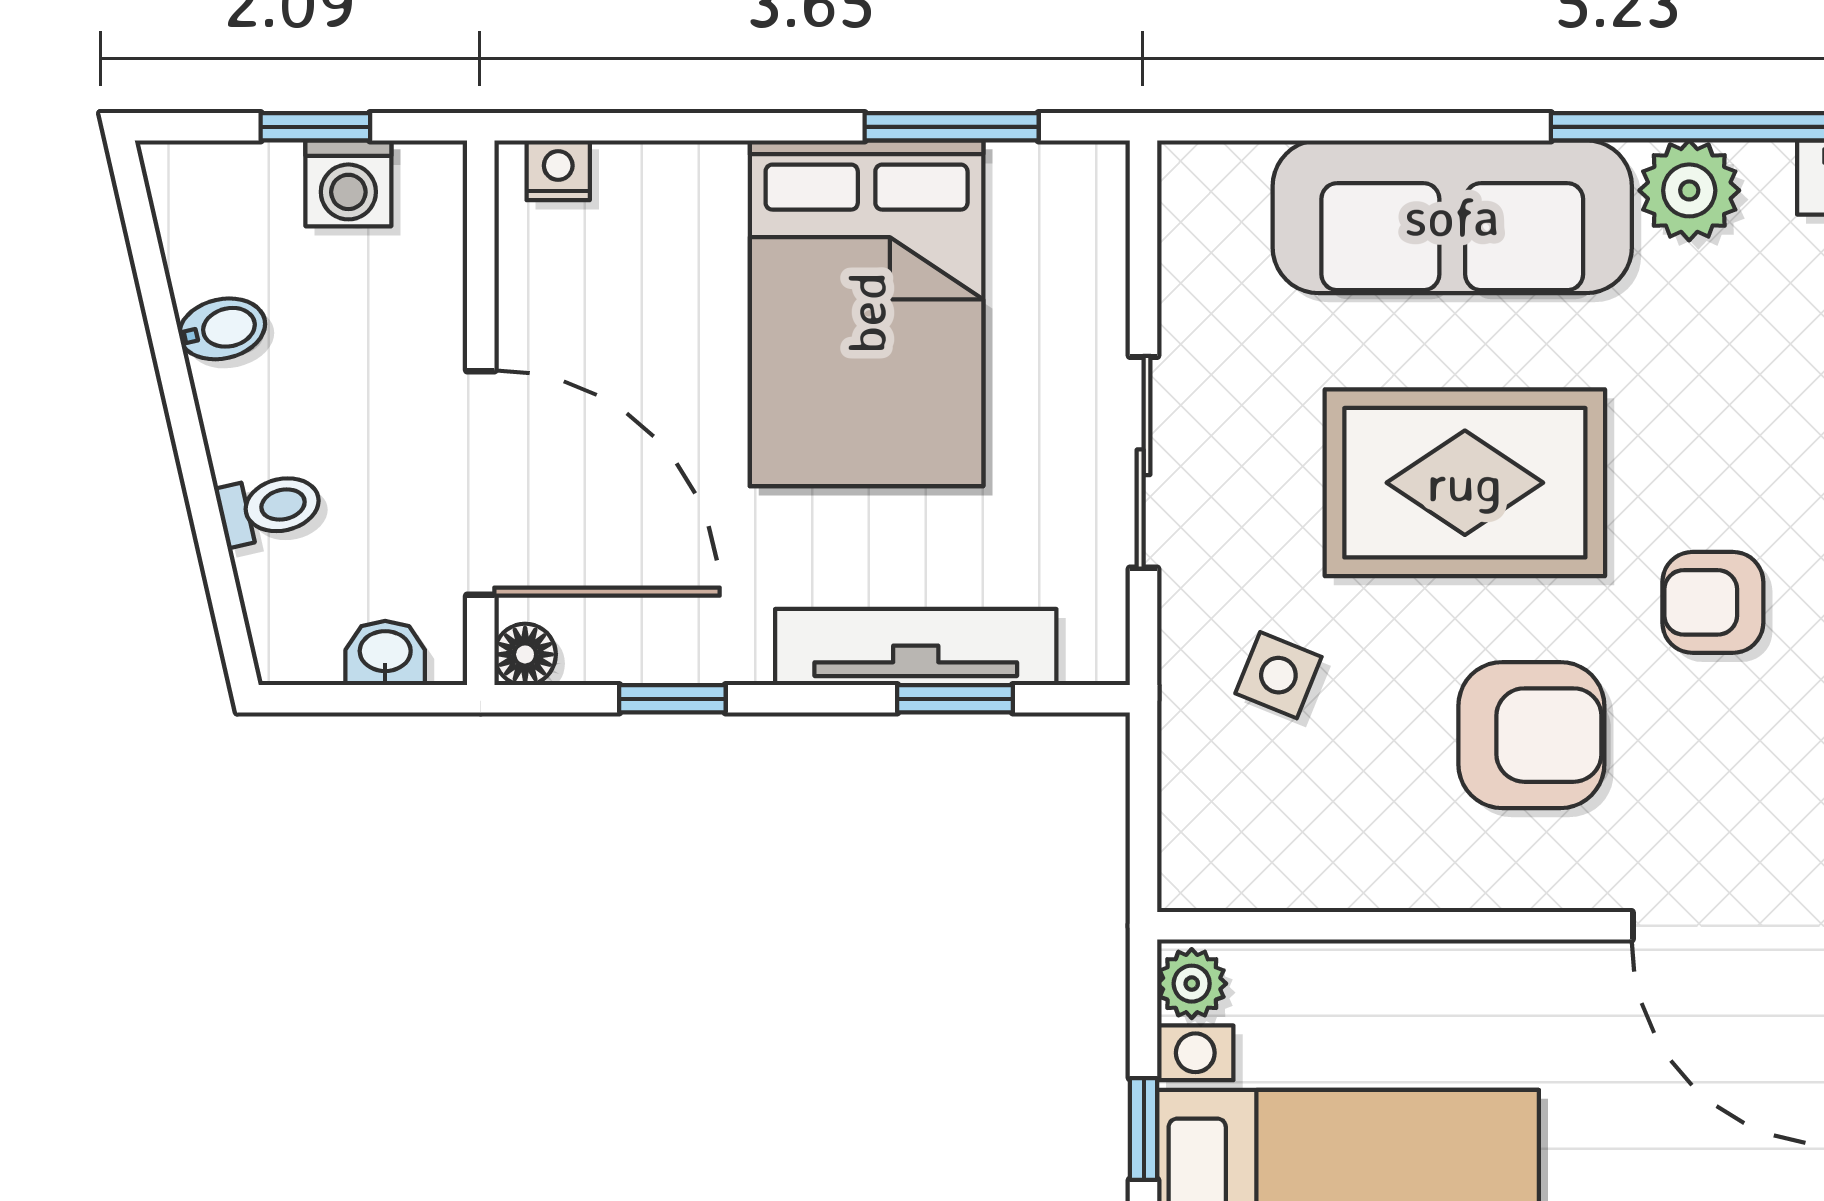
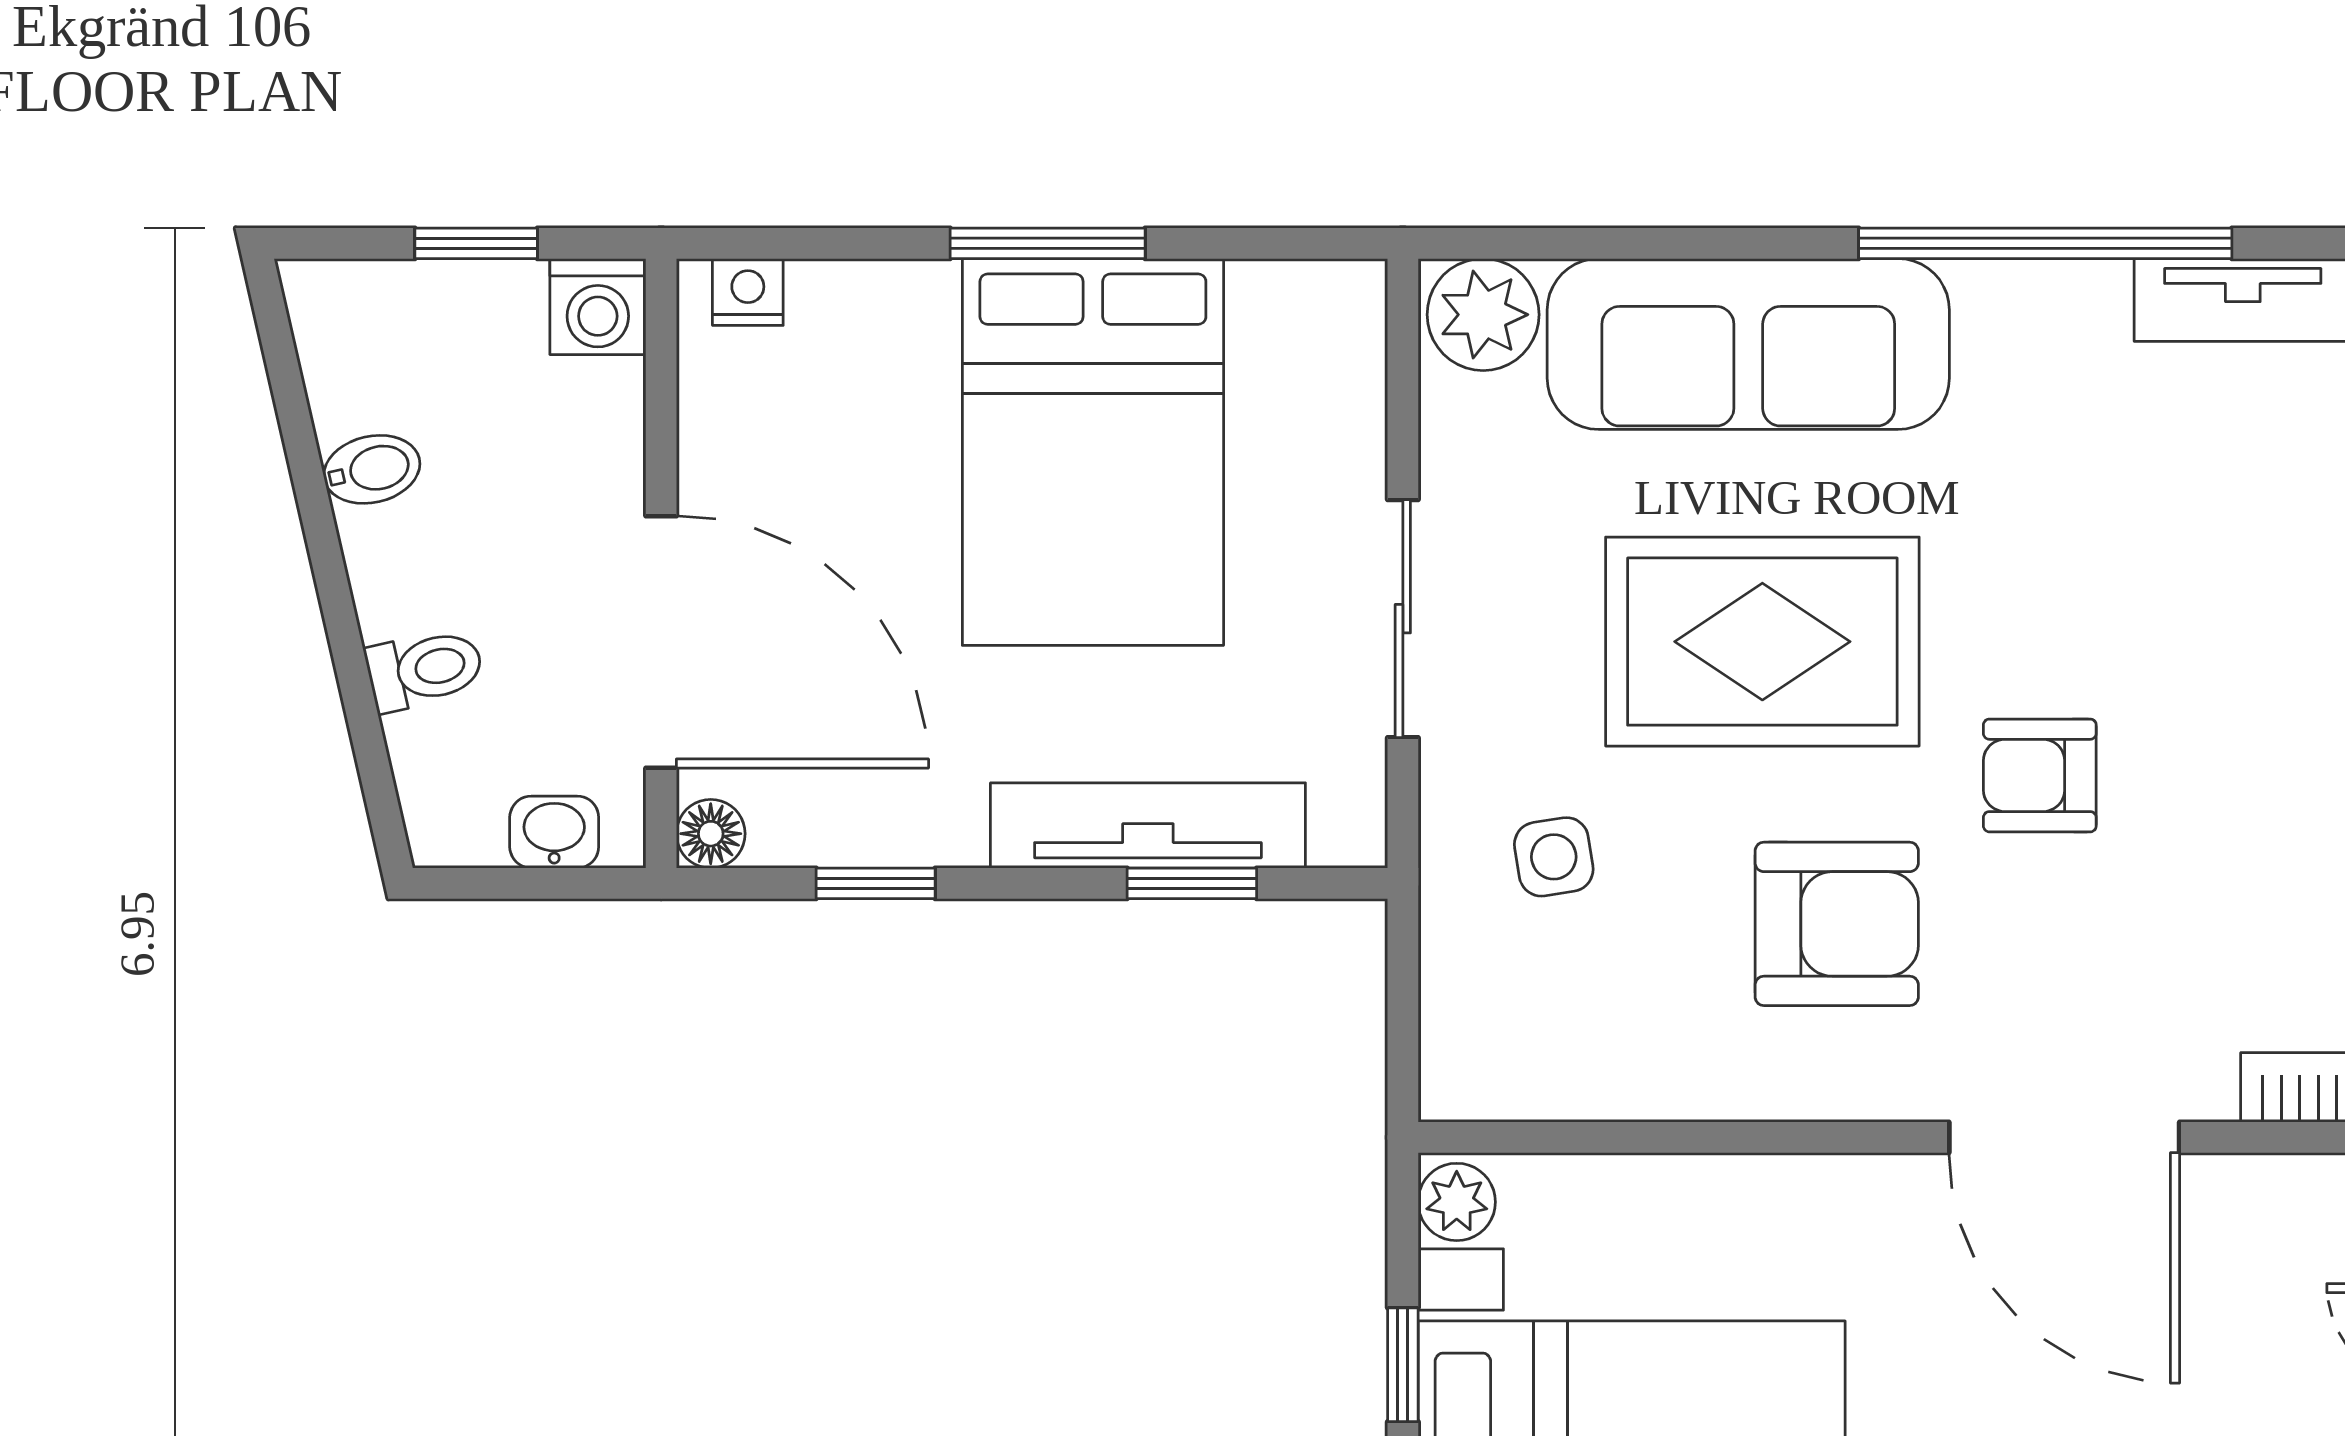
window: (952, 127) -> (1048, 243), moved
washing machine: (348, 183) -> (598, 307), moved
plant: (1689, 190) -> (1483, 315), moved
side table: (1278, 675) -> (1554, 857), turned -31

